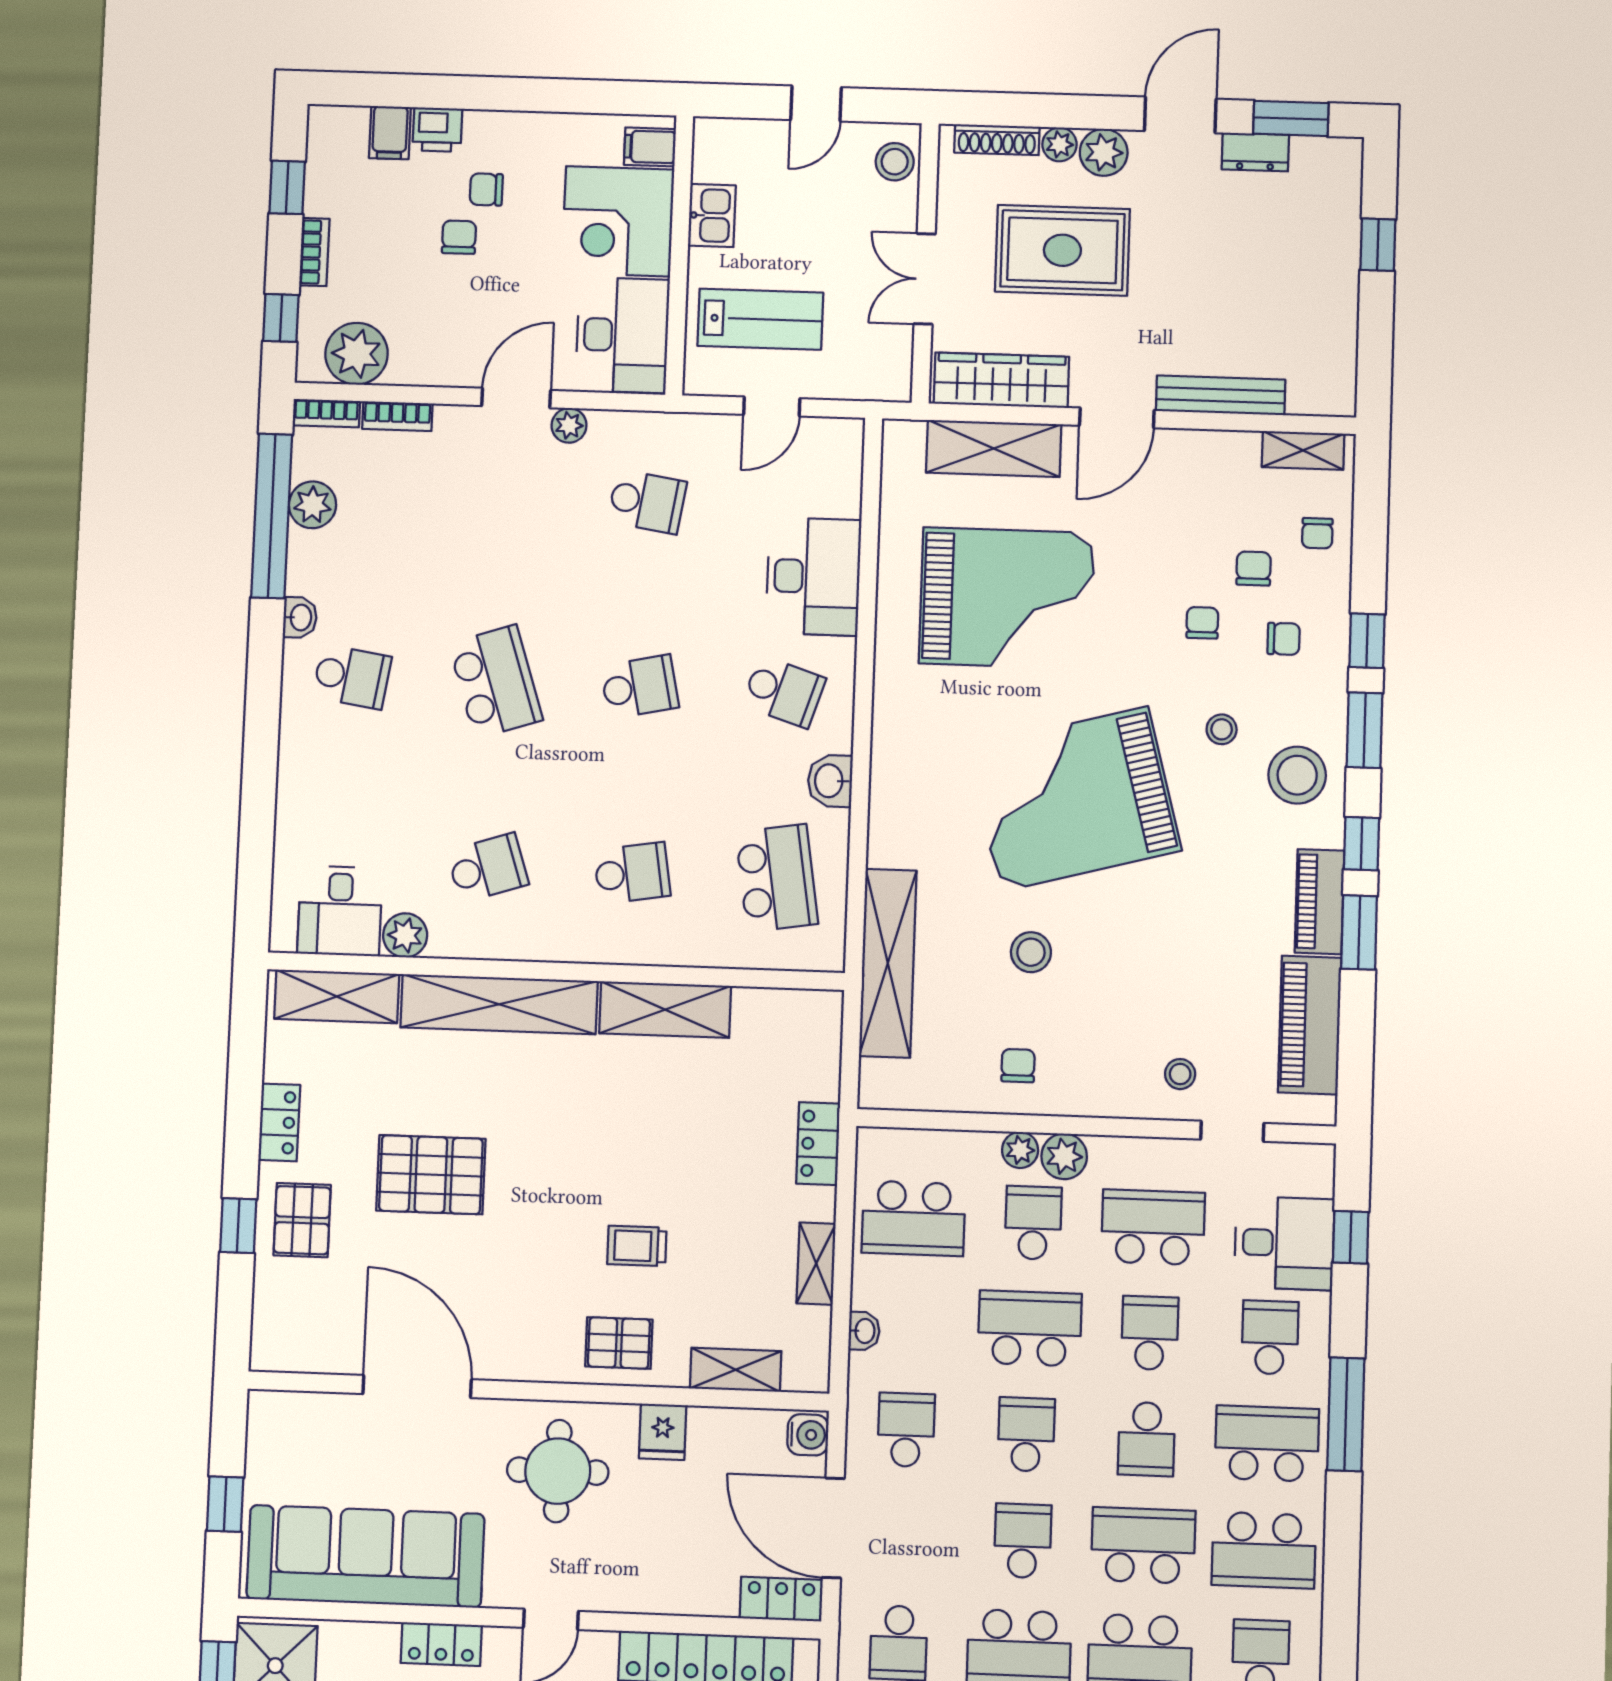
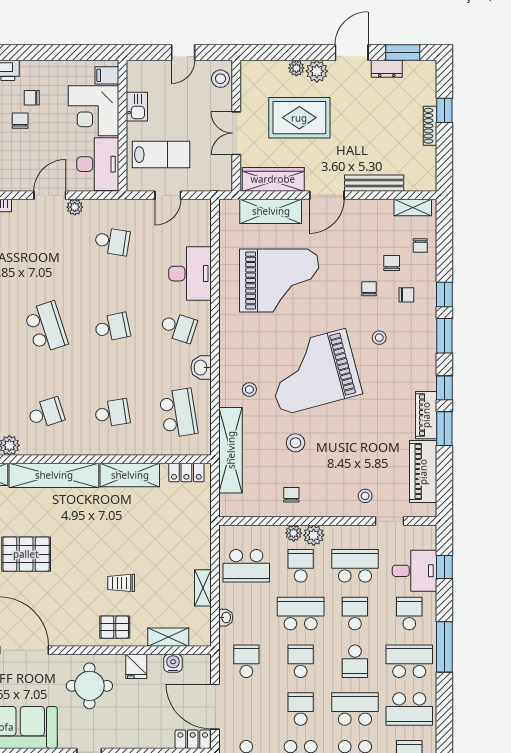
shoe rack: (997, 140) -> (430, 126), moved, turned 90
stool: (1297, 775) -> (249, 390), moved, width x0.53, depth x0.53
locker: (818, 1144) -> (186, 473), moved, turned -90
water cooler: (808, 1435) -> (173, 663), moved, turned -90

